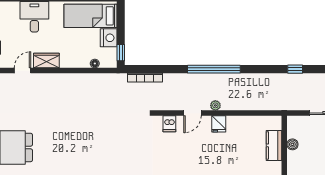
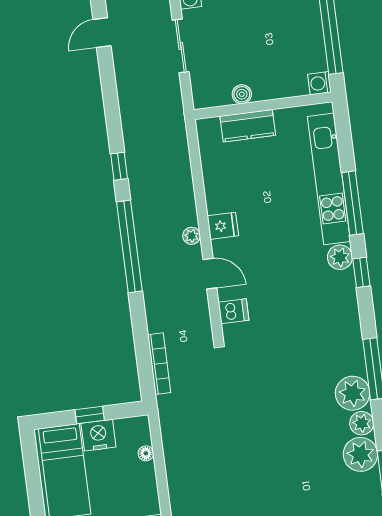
window: (121, 53) -> (90, 415), moved
window: (295, 69) -> (119, 166), moved

